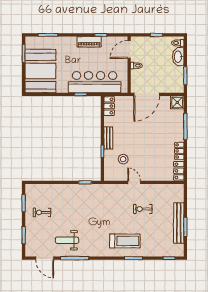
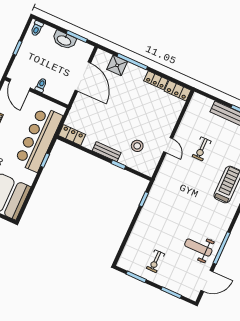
washbasin: (178, 57) -> (64, 40), moved
door: (147, 94) -> (83, 77), moved
shower: (177, 102) -> (117, 65), moved
door: (134, 182) -> (168, 145), swing flipped
weight bench: (67, 240) -> (198, 248), turned 90

